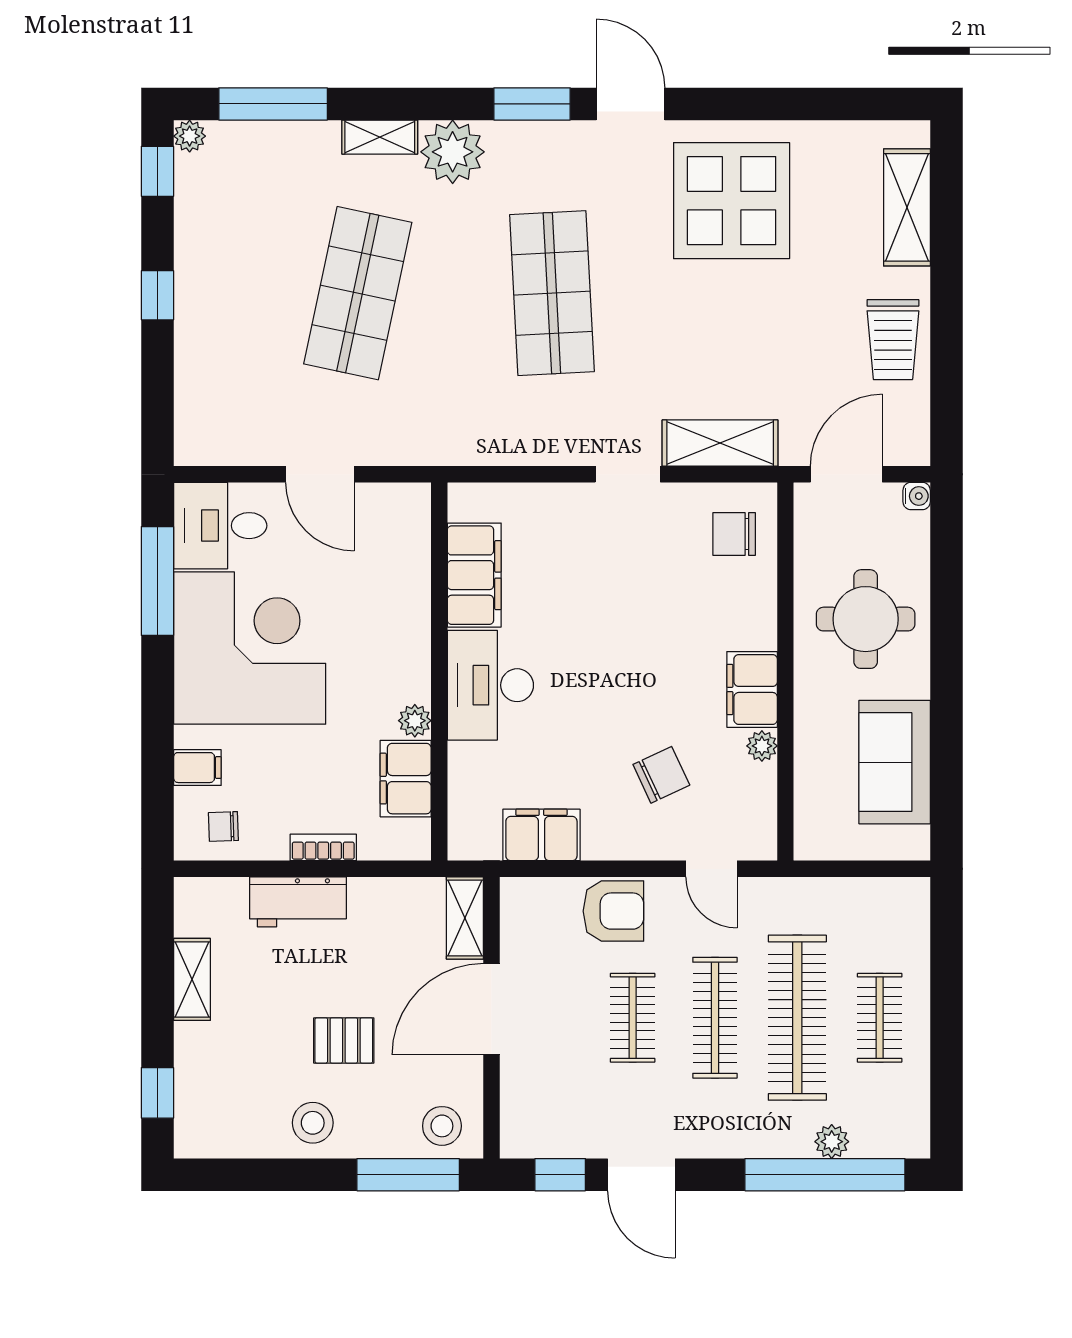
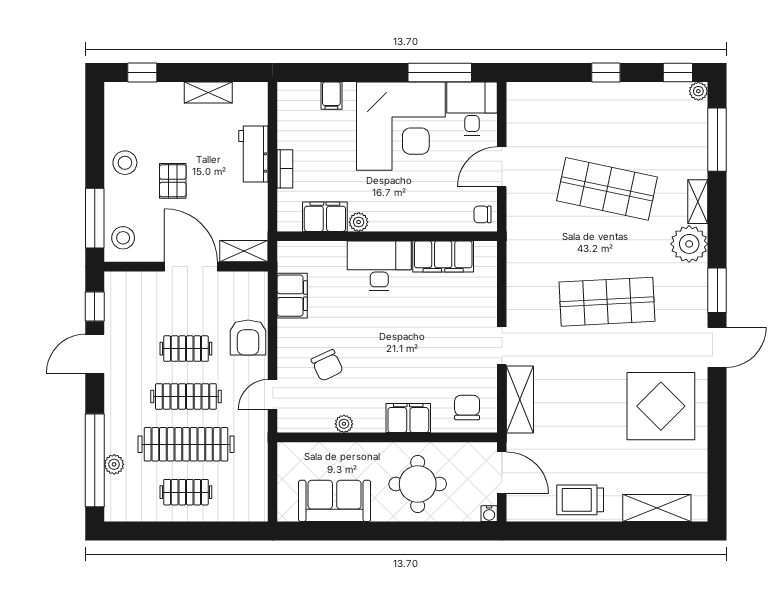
filing cabinet: (752, 689) -> (408, 418), moved
chair: (223, 827) -> (482, 214), moved, turned -88

